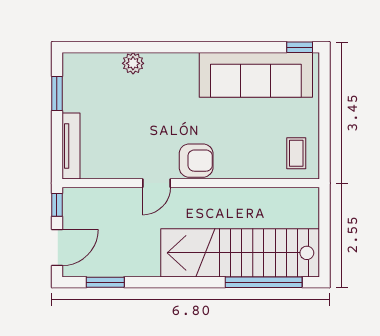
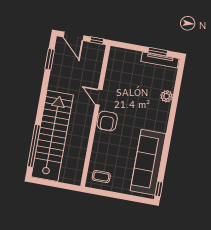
tv unit: (71, 146) -> (160, 60), moved

